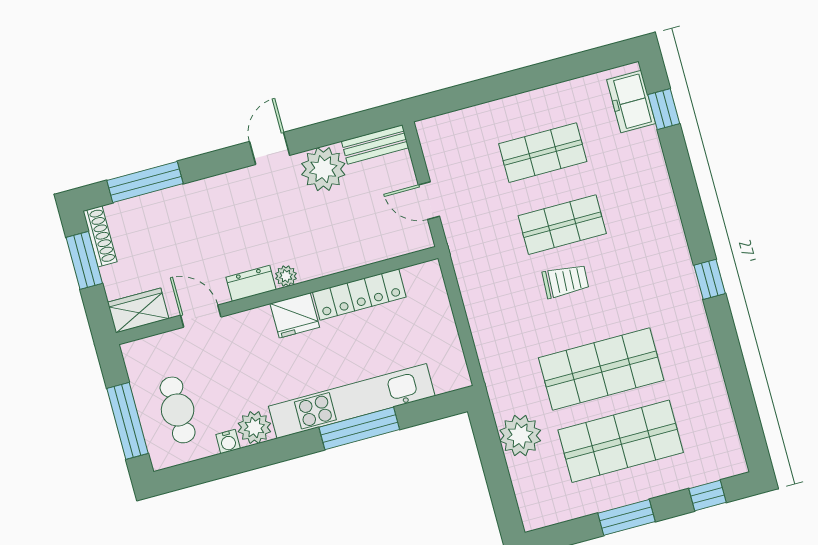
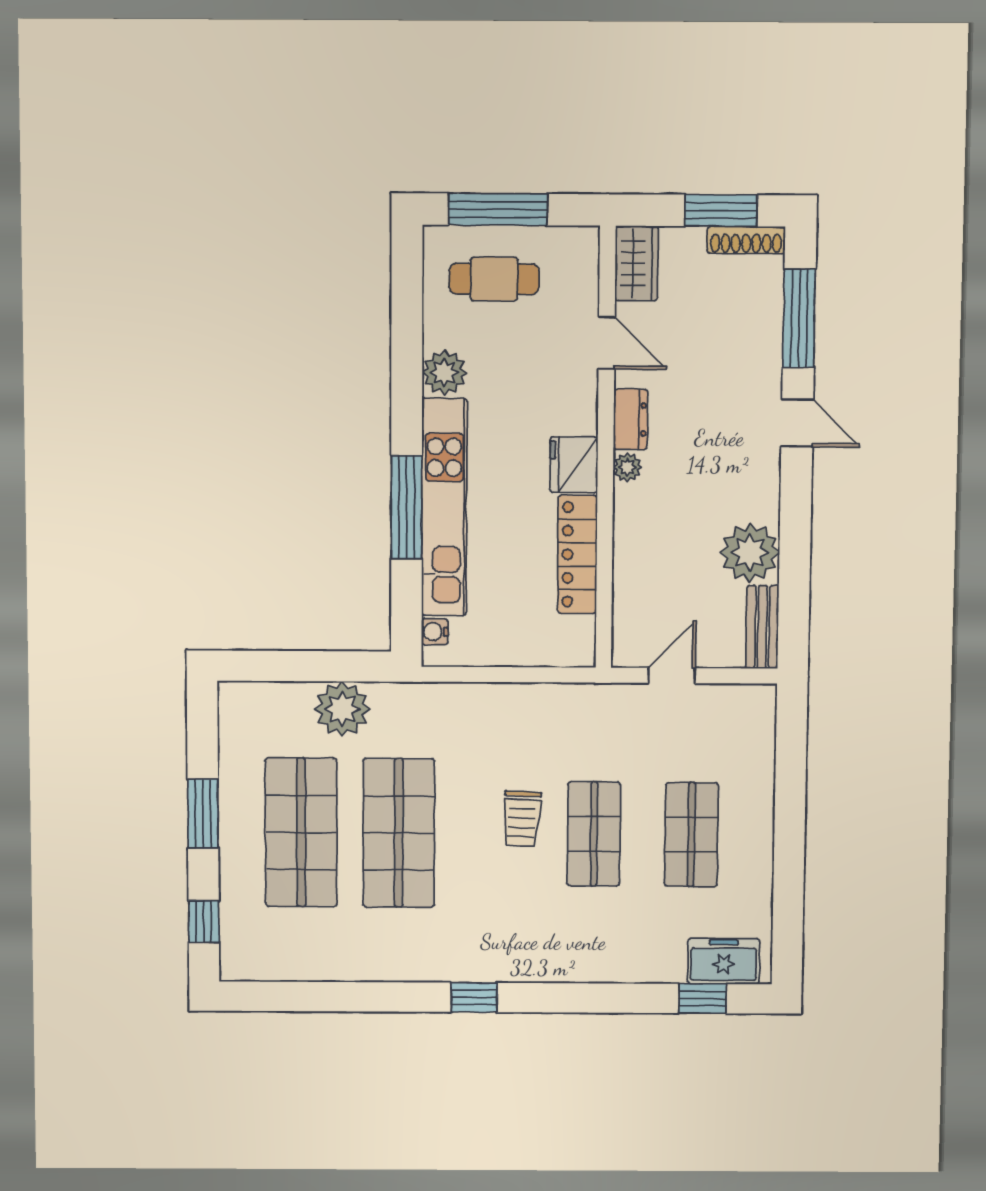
door: (270, 148) -> (797, 423), moved
door: (201, 316) -> (607, 343), hinge flipped
water cooler: (228, 442) -> (435, 632), moved

